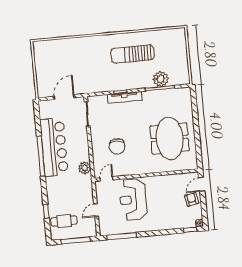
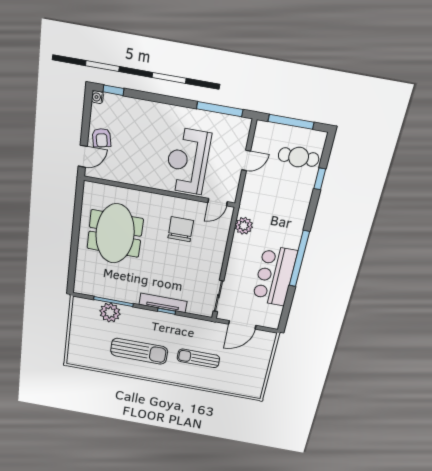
sun lounger: (88, 61) -> (198, 358), added
chair: (117, 146) -> (181, 229), moved
bar counter: (54, 147) -> (275, 276), width x0.73
reception desk: (133, 200) -> (188, 161), turned 180

